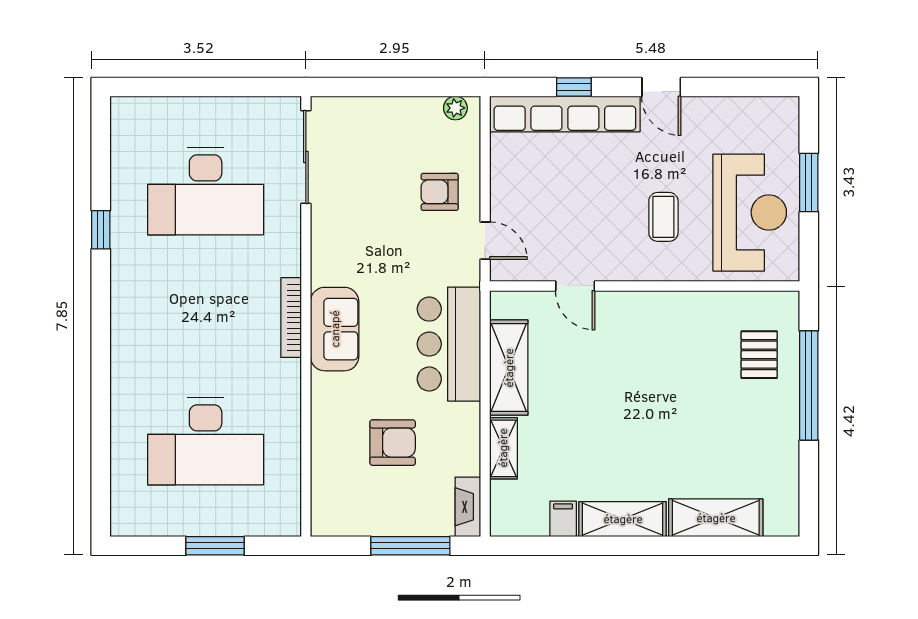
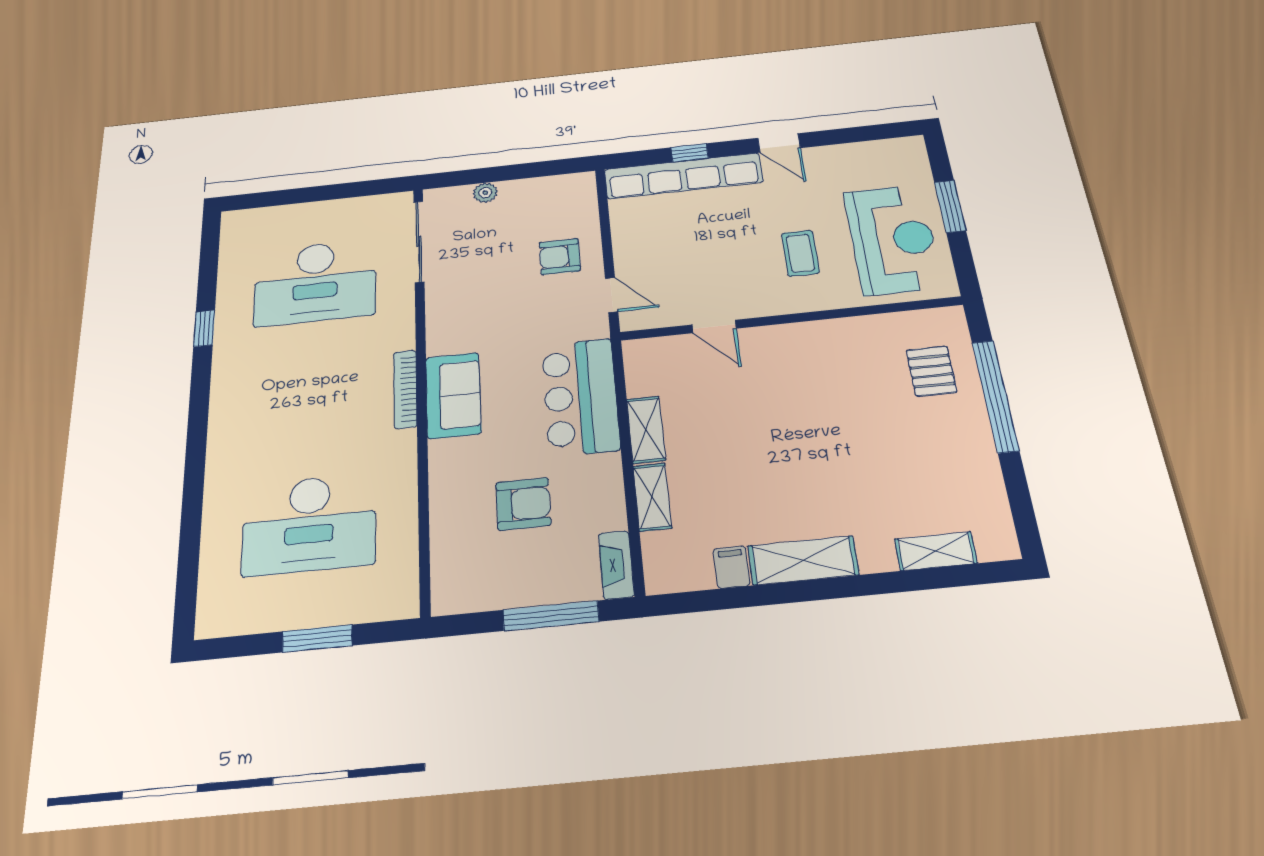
plant: (455, 108) -> (485, 193), moved
shelving: (509, 368) -> (646, 430), width x0.67, depth x0.75
shelving: (716, 518) -> (936, 551), width x0.67, depth x0.75

